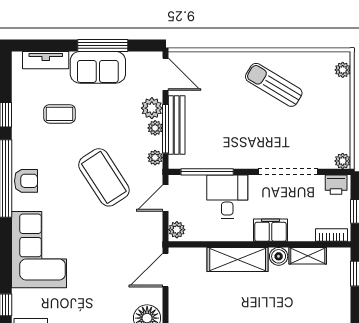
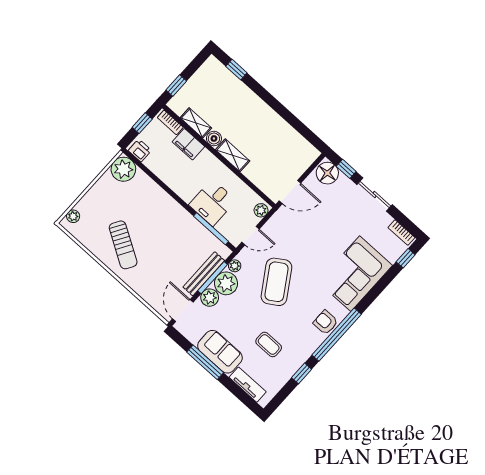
plant: (155, 128) -> (226, 283), width x1.87, depth x1.87
plant: (343, 161) -> (123, 169), width x1.87, depth x1.87
doorway: (288, 172) -> (162, 184), removed
filing cabinet: (271, 230) -> (188, 144), moved
shelving: (238, 259) -> (233, 155), width x0.67, depth x0.75

